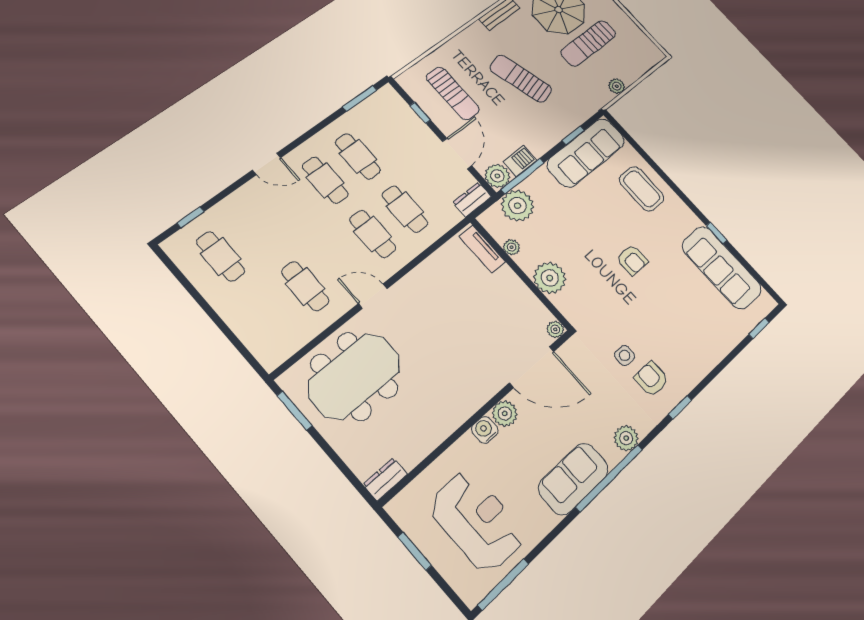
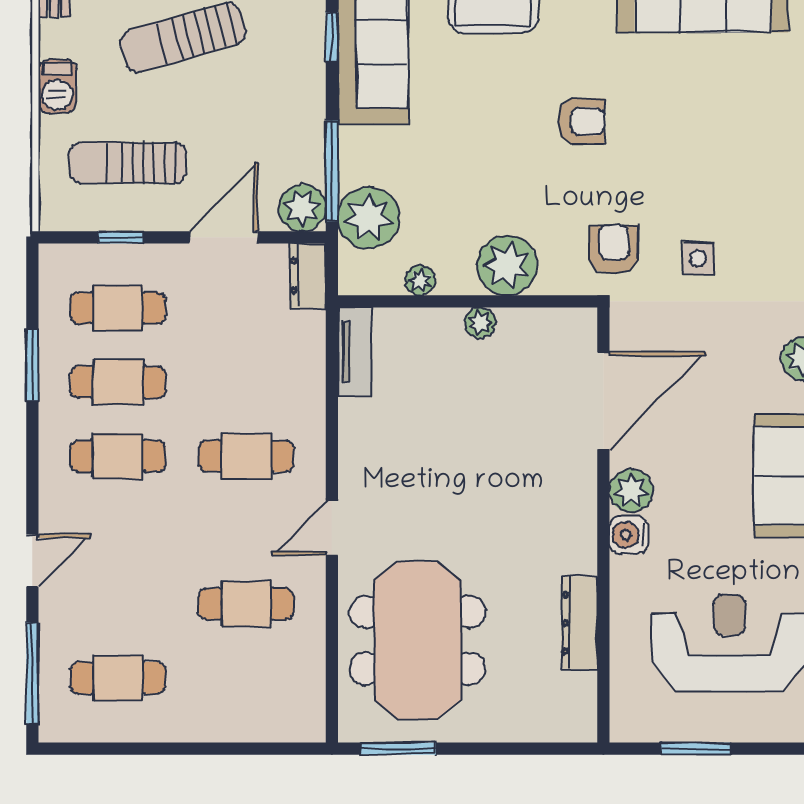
sun lounger: (453, 93) -> (128, 163), turned 180
window: (360, 98) -> (32, 365), moved
door: (457, 154) -> (224, 237), hinge flipped
barbecue: (520, 161) -> (57, 86), moved, turned 180
door: (267, 164) -> (32, 560), moved
cafe table: (405, 209) -> (118, 308), moved
window: (190, 217) -> (32, 673), width x2.17
tv unit: (482, 249) -> (355, 352), moved, turned -90
plant: (555, 329) -> (480, 323), moved
armchair: (652, 379) -> (614, 249), moved, turned 90
dresser: (385, 479) -> (579, 623), moved, width x1.44

